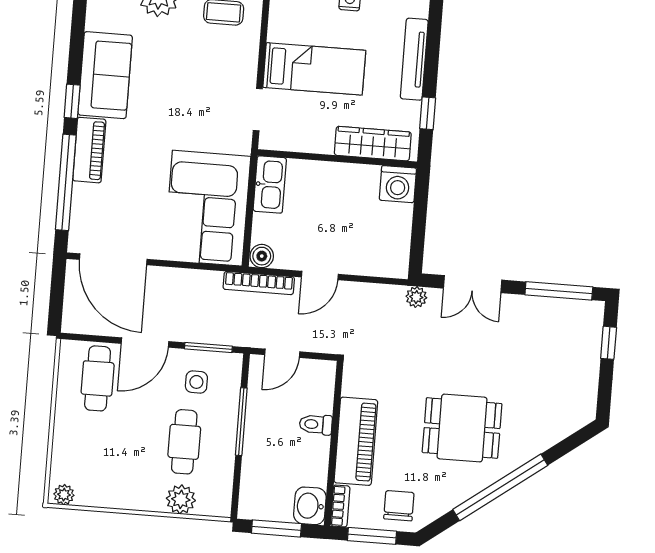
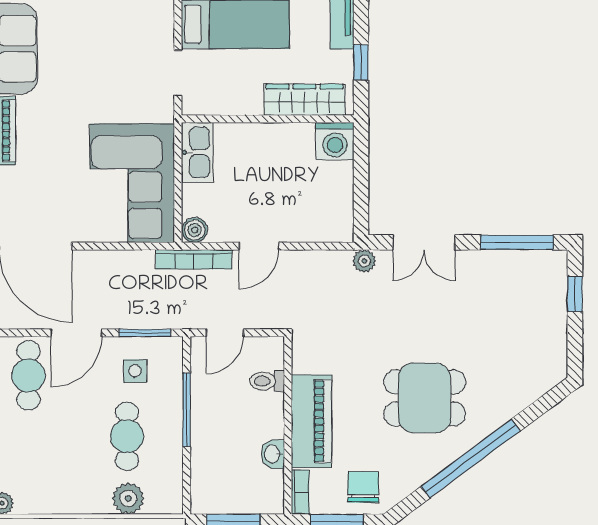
toilet: (316, 424) -> (267, 381), moved
washbasin: (310, 506) -> (273, 454), moved, width x0.72, depth x0.69

